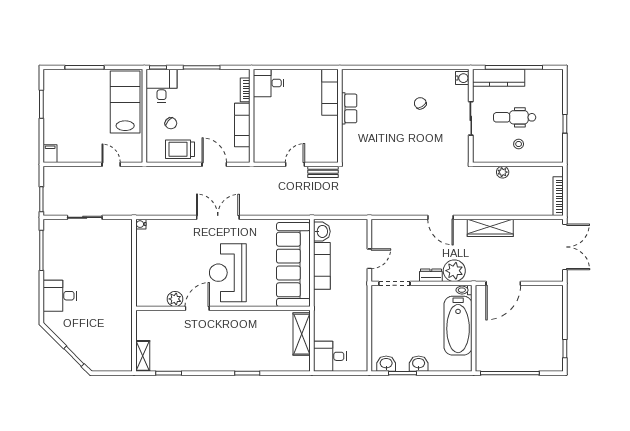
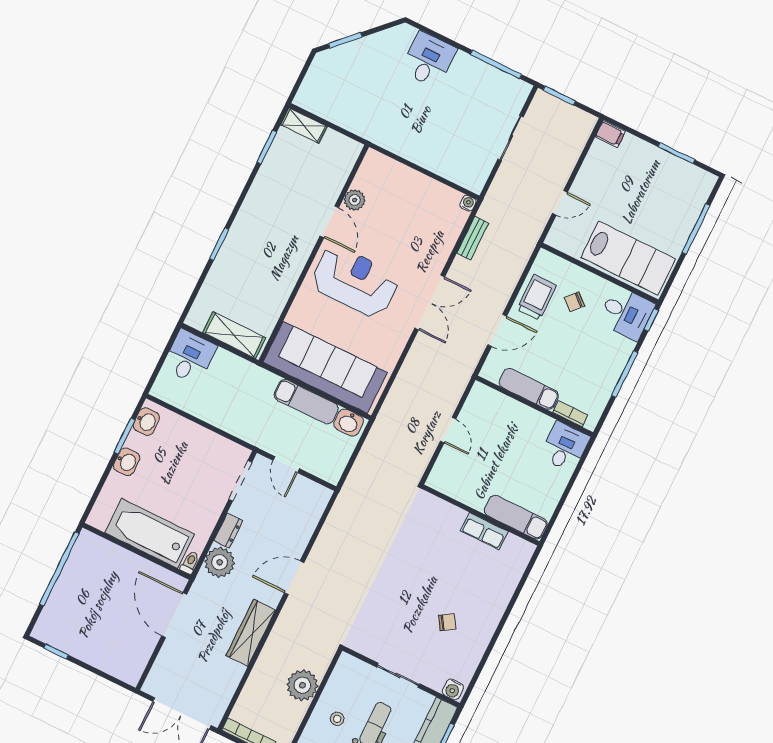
bench: (323, 172) -> (473, 238), moved
plant: (503, 172) -> (302, 685), width x1.88, depth x1.88

